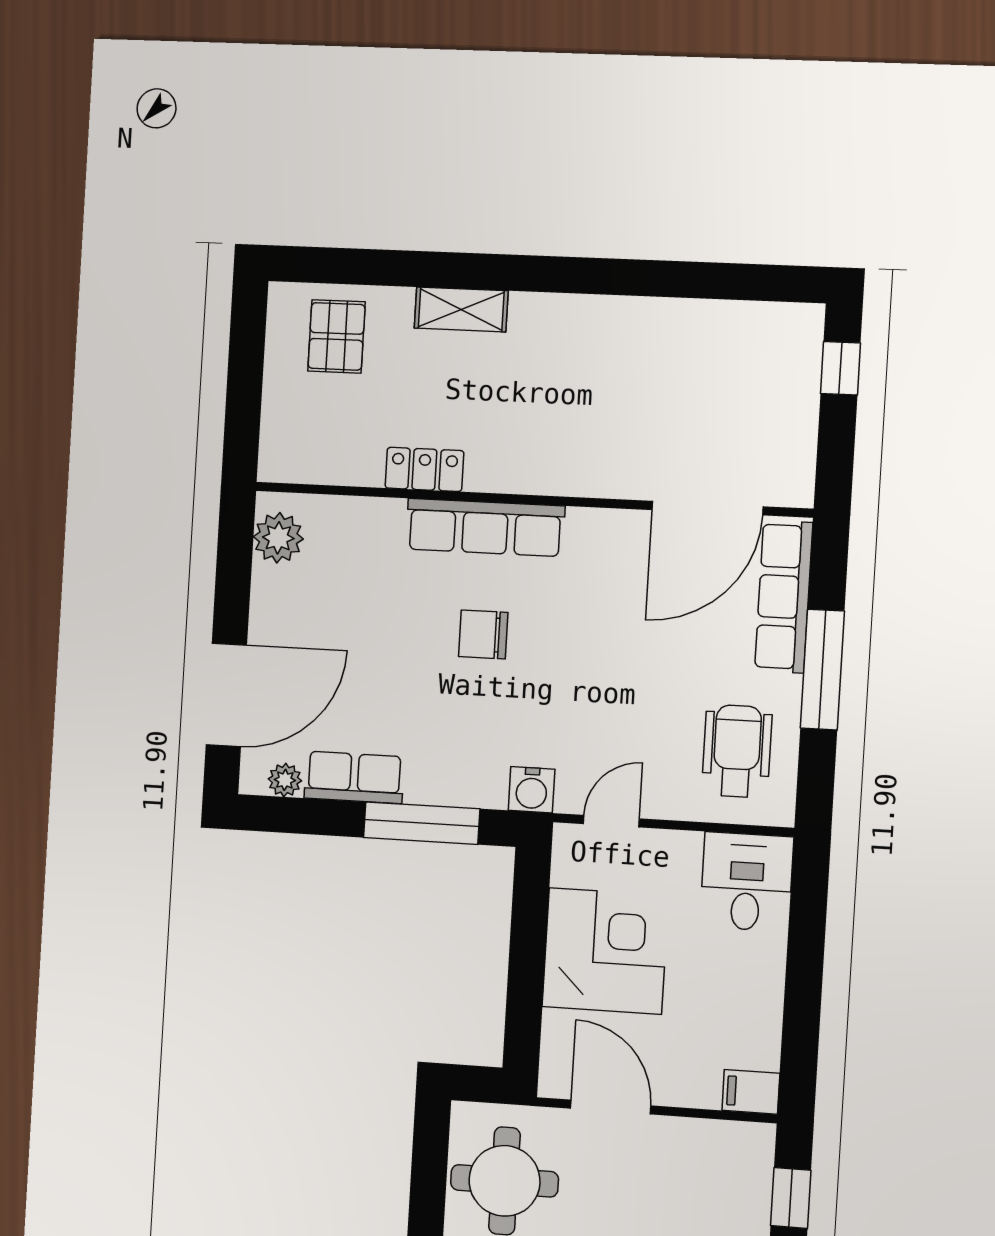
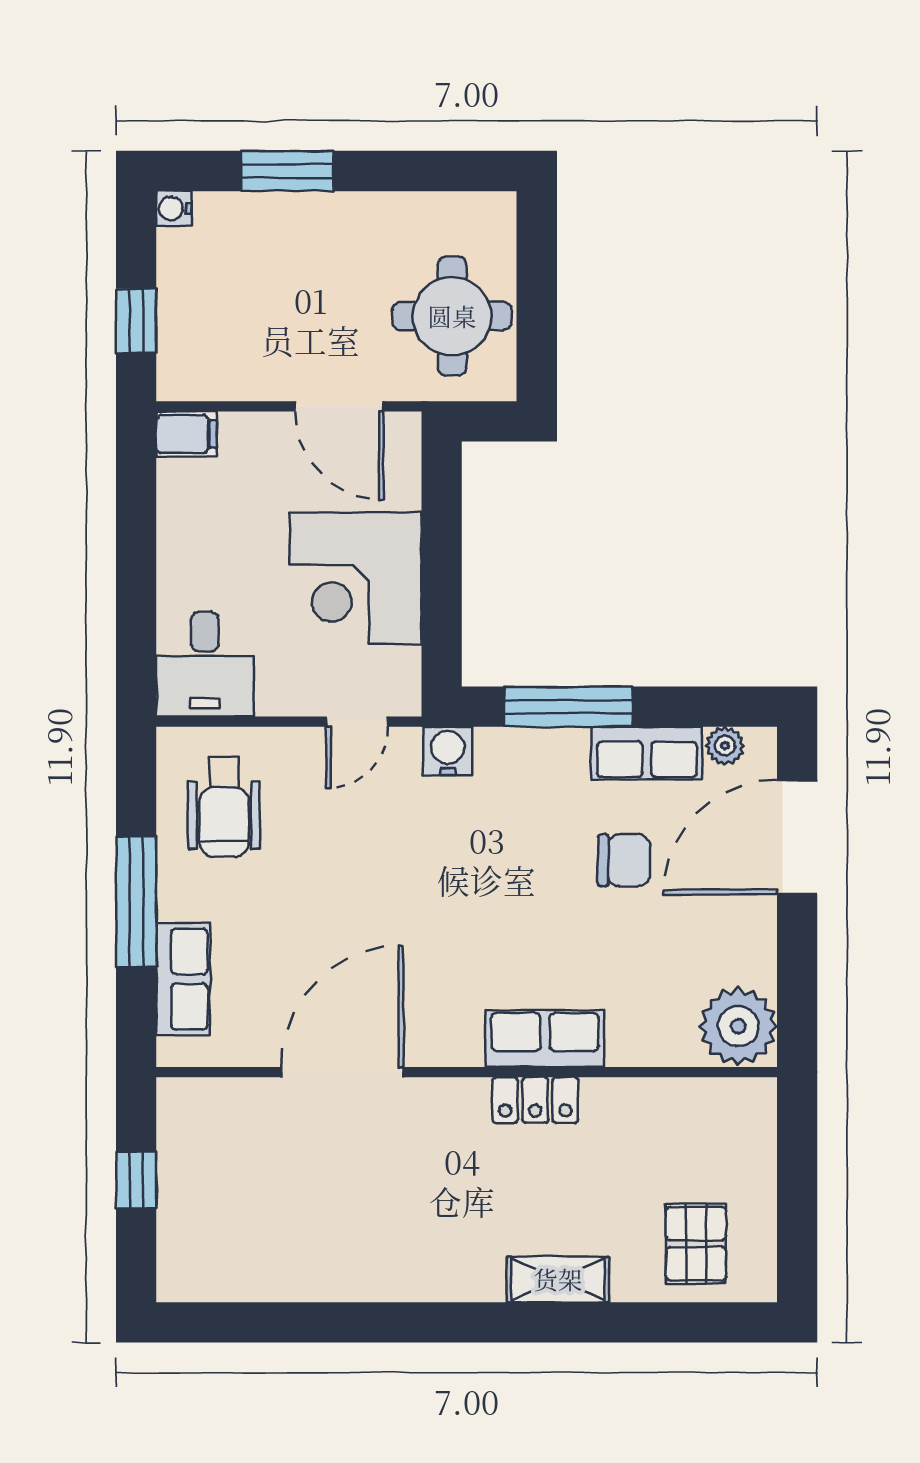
window: (840, 368) -> (136, 1180), moved
locker: (424, 469) -> (535, 1100), moved
door: (707, 508) -> (342, 1072), moved
row of seats: (485, 527) -> (545, 1039), width x0.68
plant: (278, 538) -> (738, 1026), width x1.36, depth x1.36
row of seats: (784, 597) -> (183, 979), width x0.68
chair: (483, 634) -> (624, 860), moved

